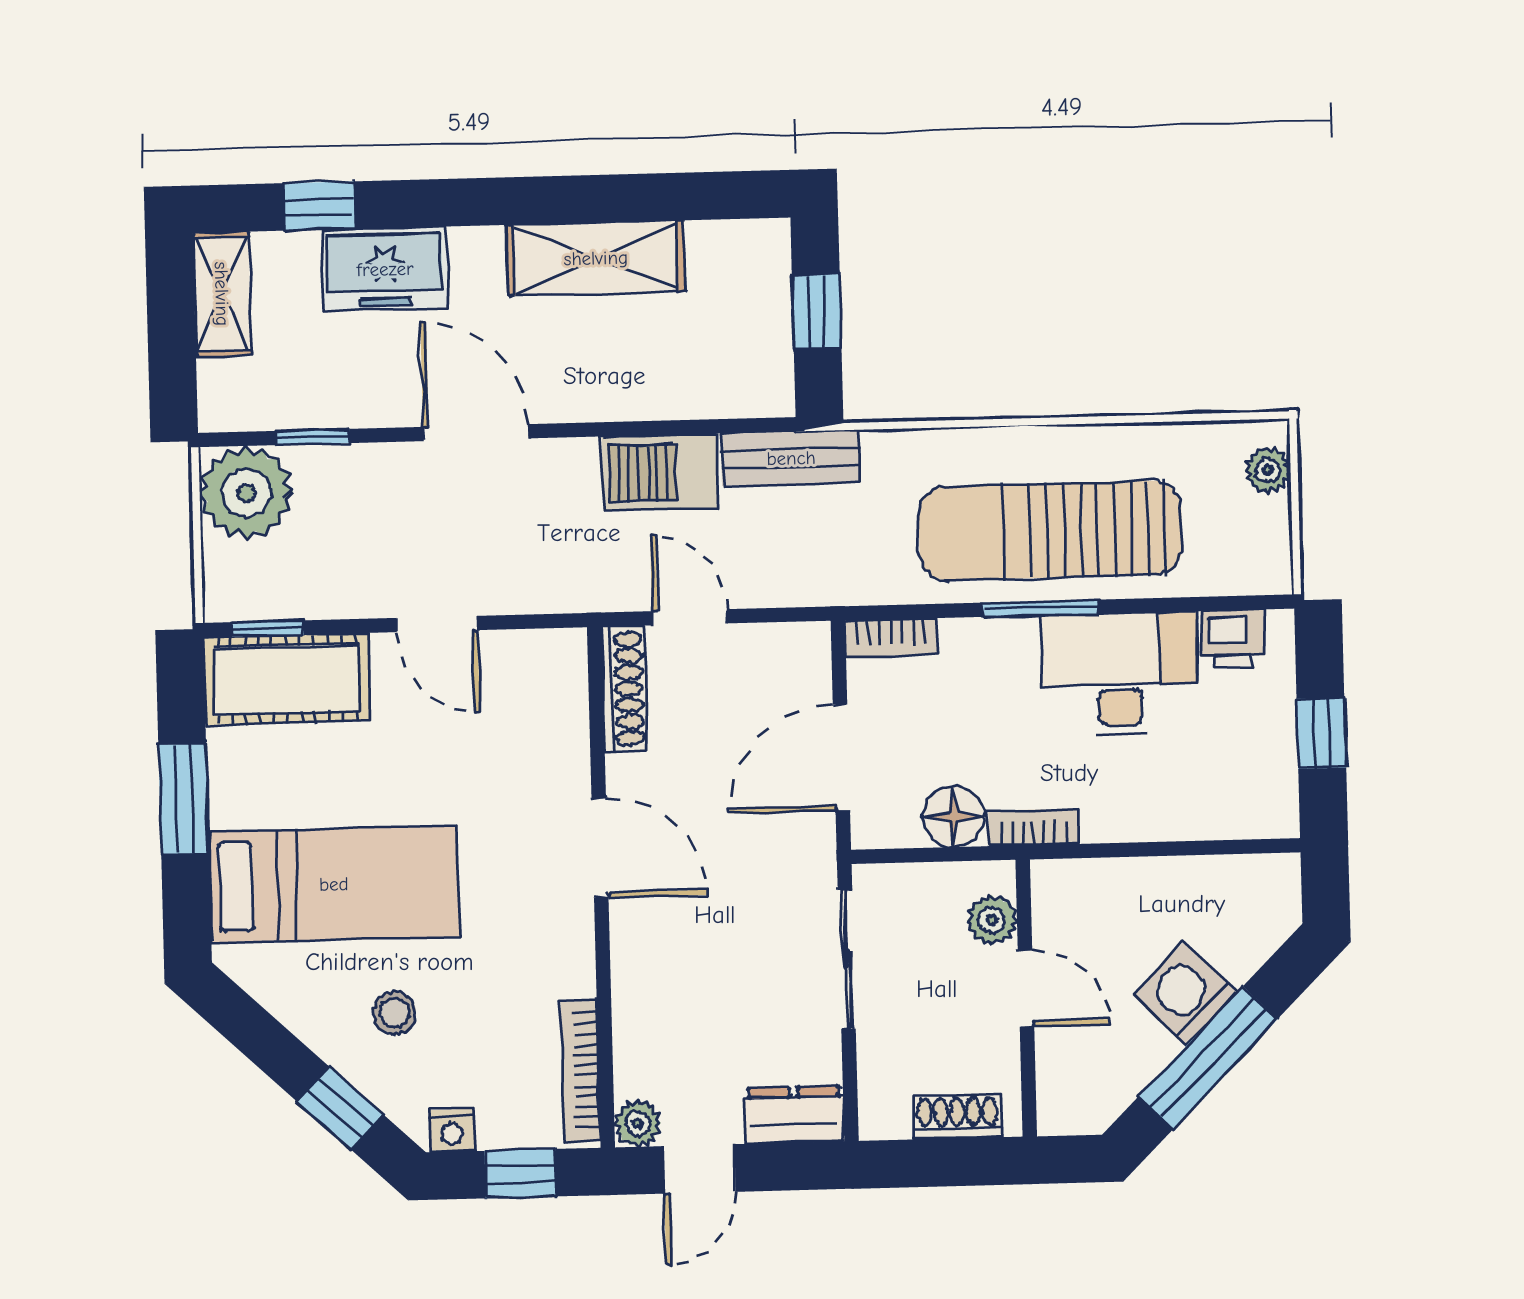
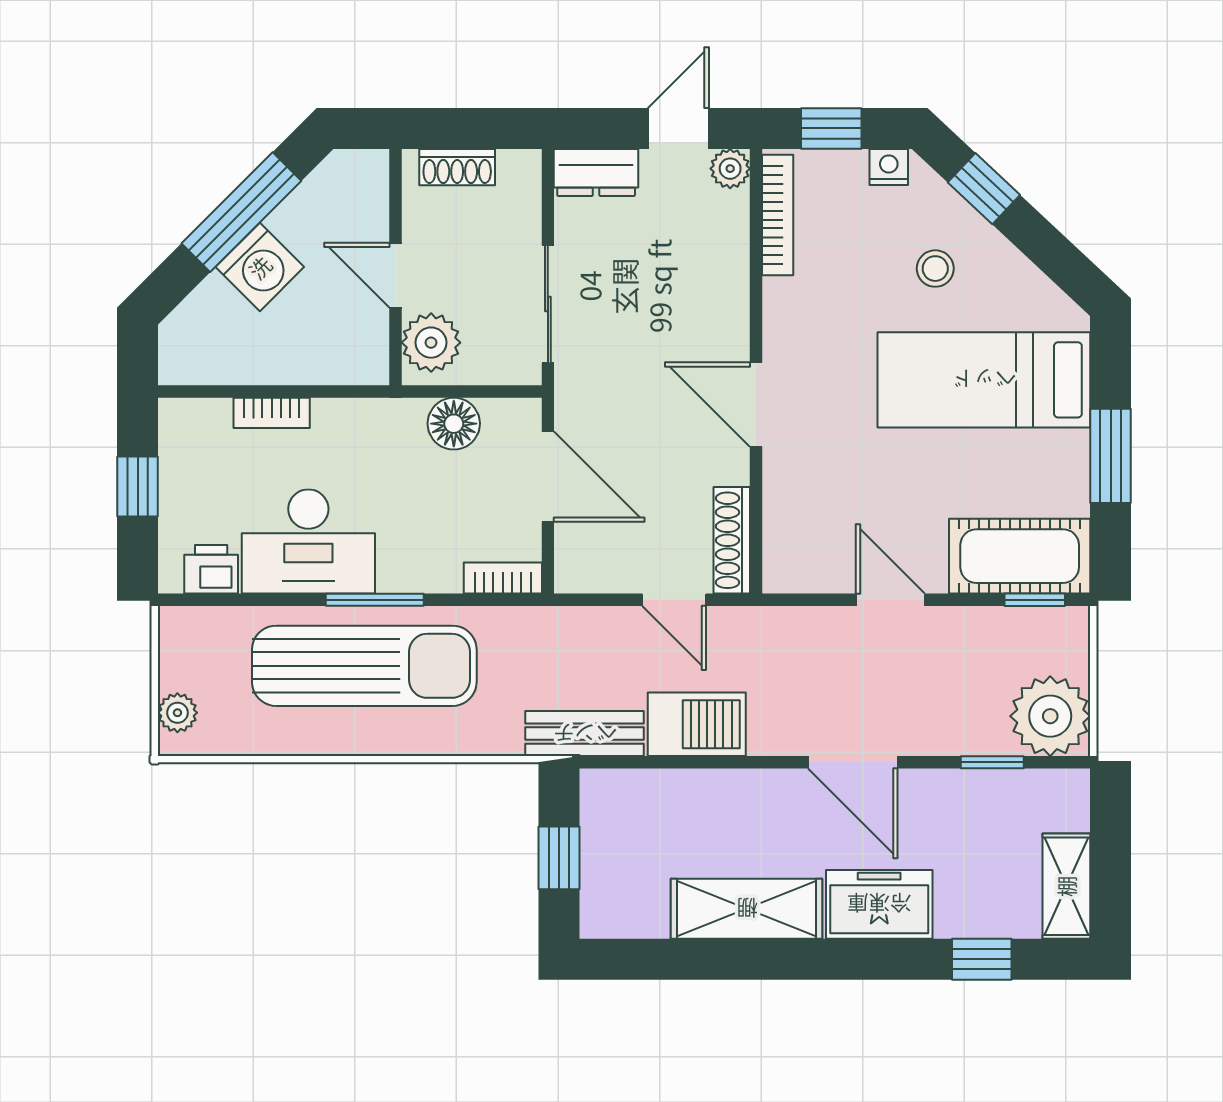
freezer: (385, 269) -> (879, 904), moved
door: (841, 757) -> (548, 477), hinge flipped
bookcase: (1033, 827) -> (272, 413), moved
plant: (992, 920) -> (431, 343), width x1.38, depth x1.38

